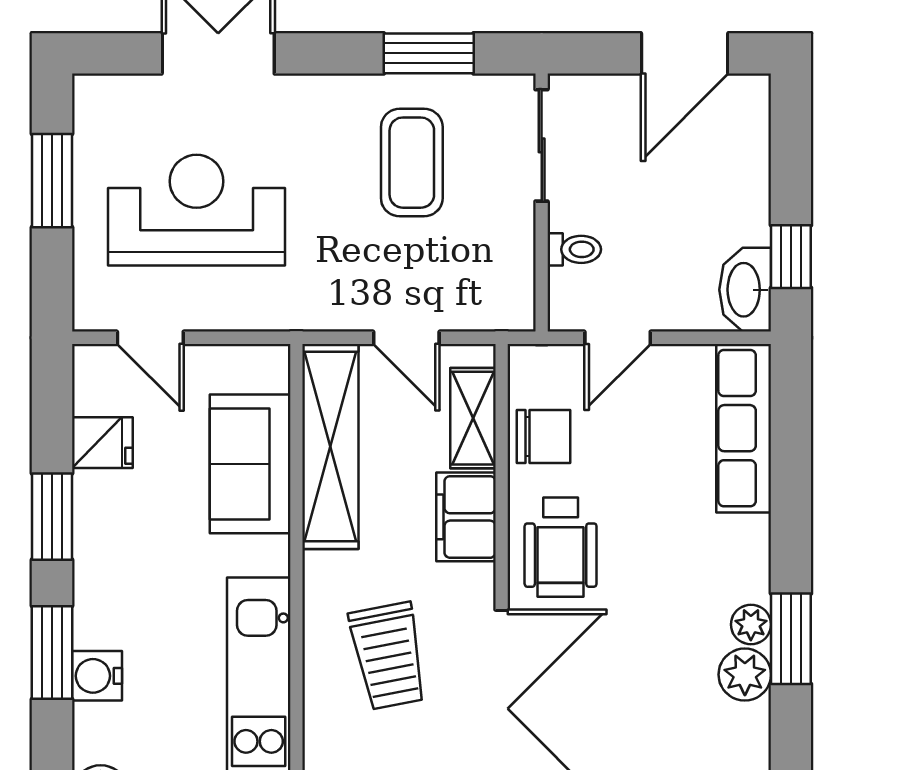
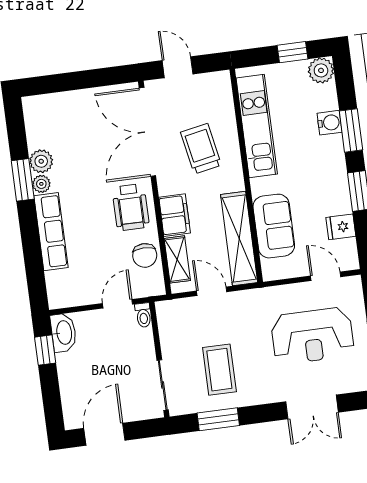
toilet: (574, 249) -> (143, 315), moved, turned -90
row of seats: (744, 428) -> (51, 232), moved
chair: (544, 436) -> (145, 255), turned -90
wheelchair: (561, 547) -> (131, 207), turned 180

